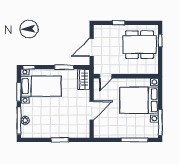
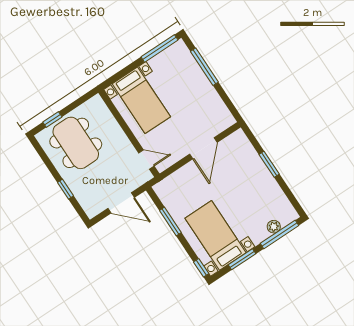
wardrobe: (84, 79) -> (169, 186), removed
bed with nightstands: (139, 100) -> (141, 100), width x0.73
door: (92, 111) -> (203, 148), swing flipped

